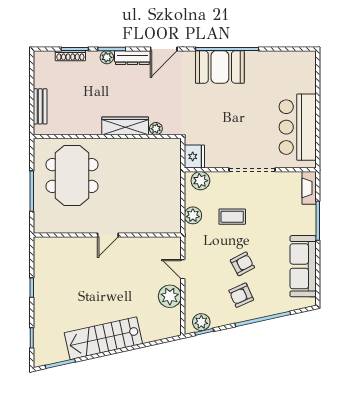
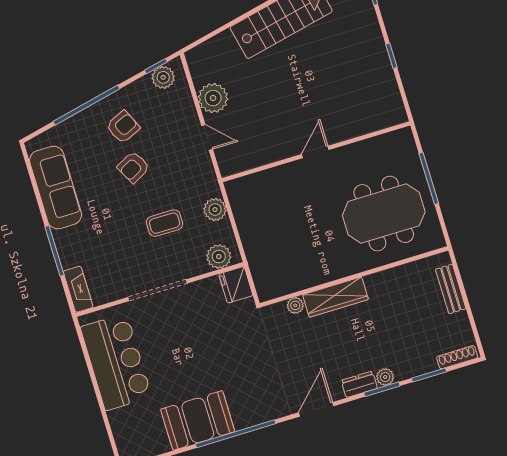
shoe rack: (70, 56) -> (457, 357), moved
dresser: (132, 58) -> (359, 384), width x0.70
booth: (220, 67) -> (198, 420), moved
meeting table: (72, 176) -> (384, 214), turned 90

